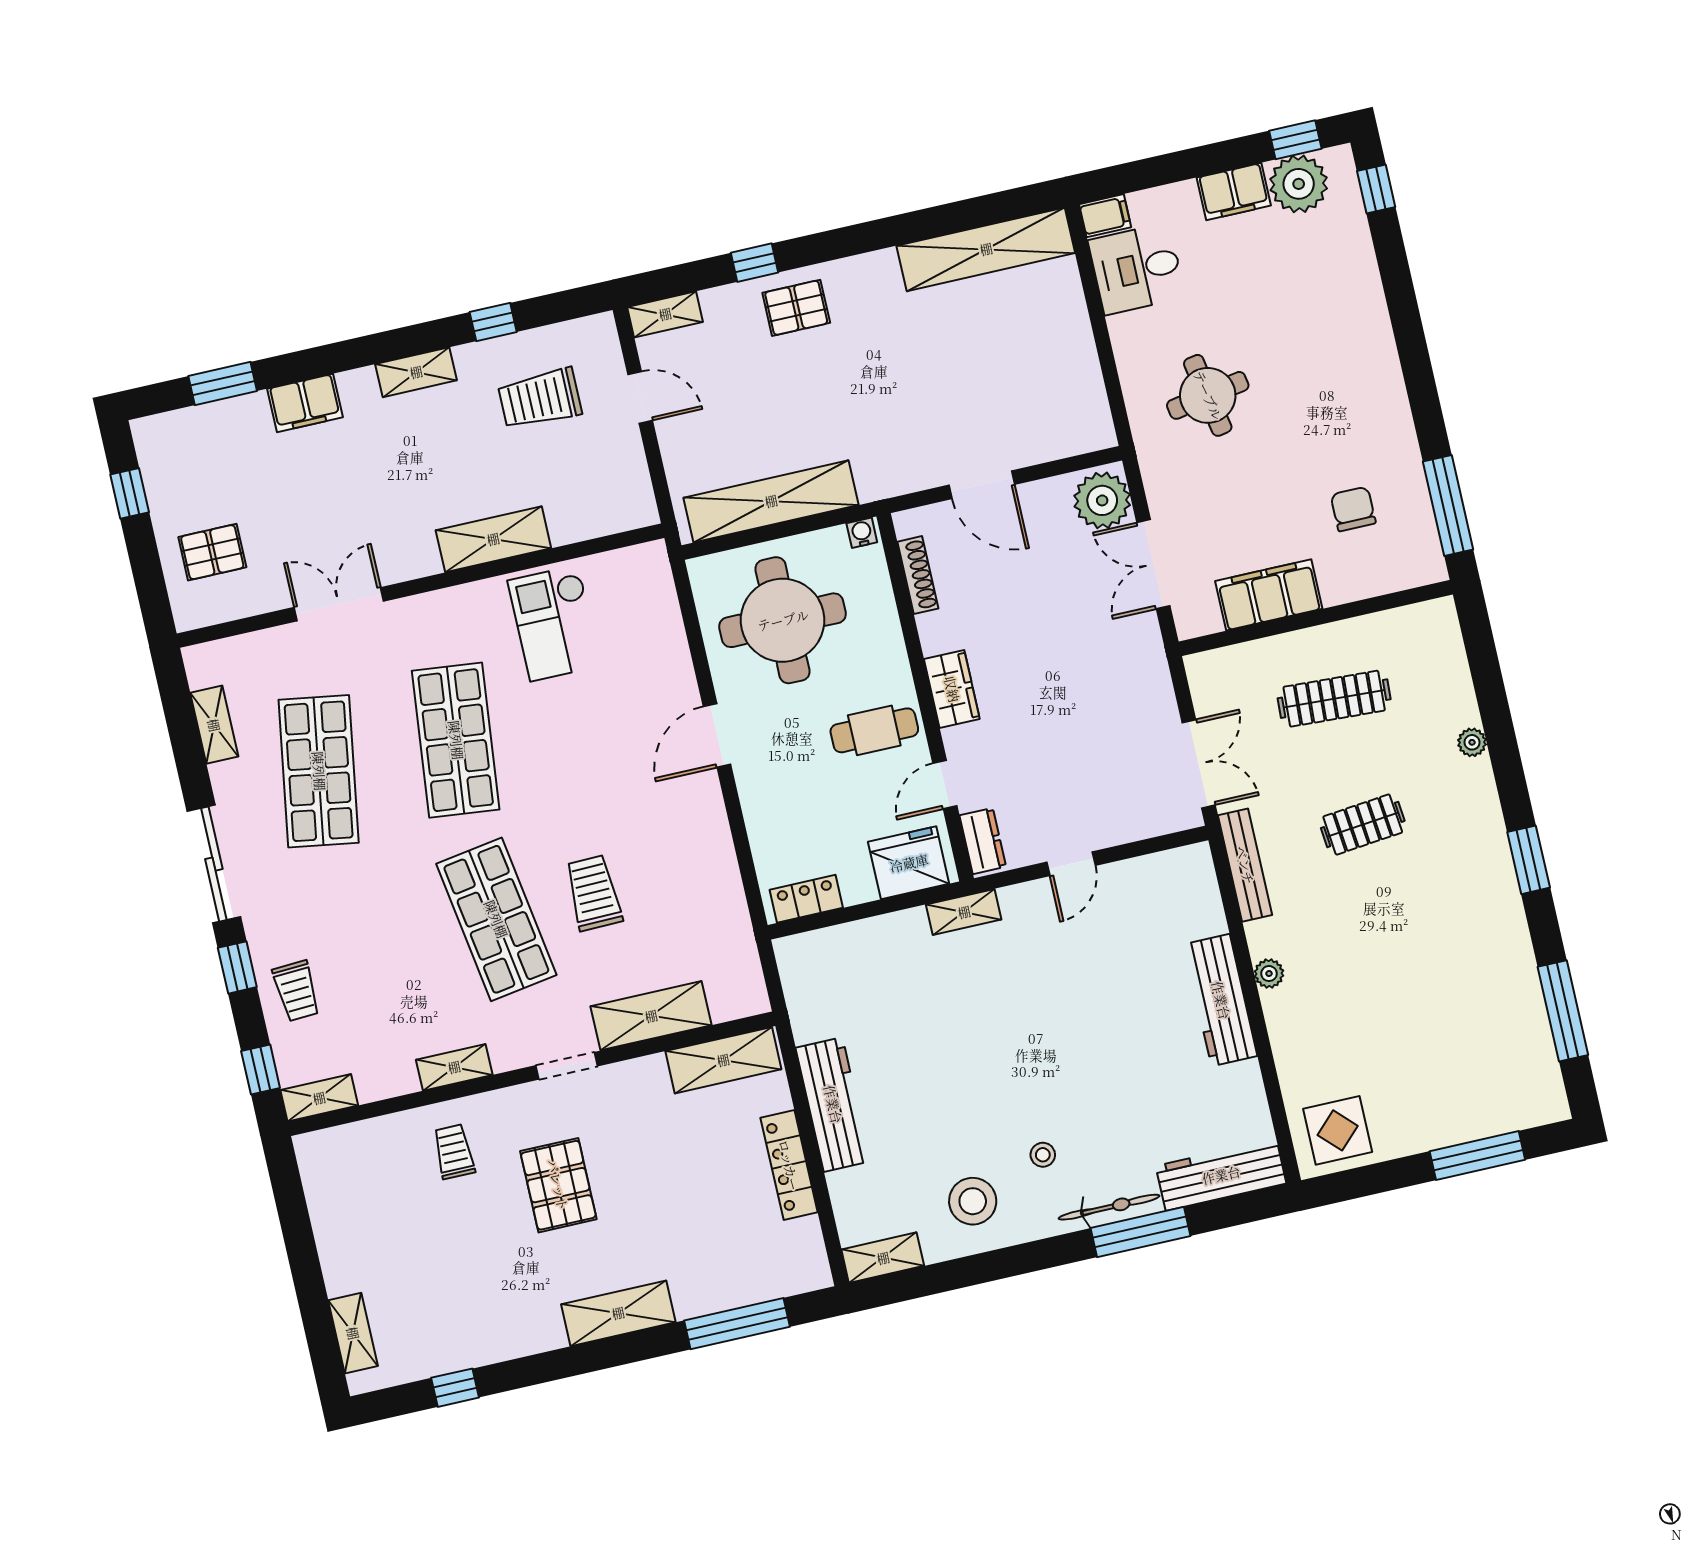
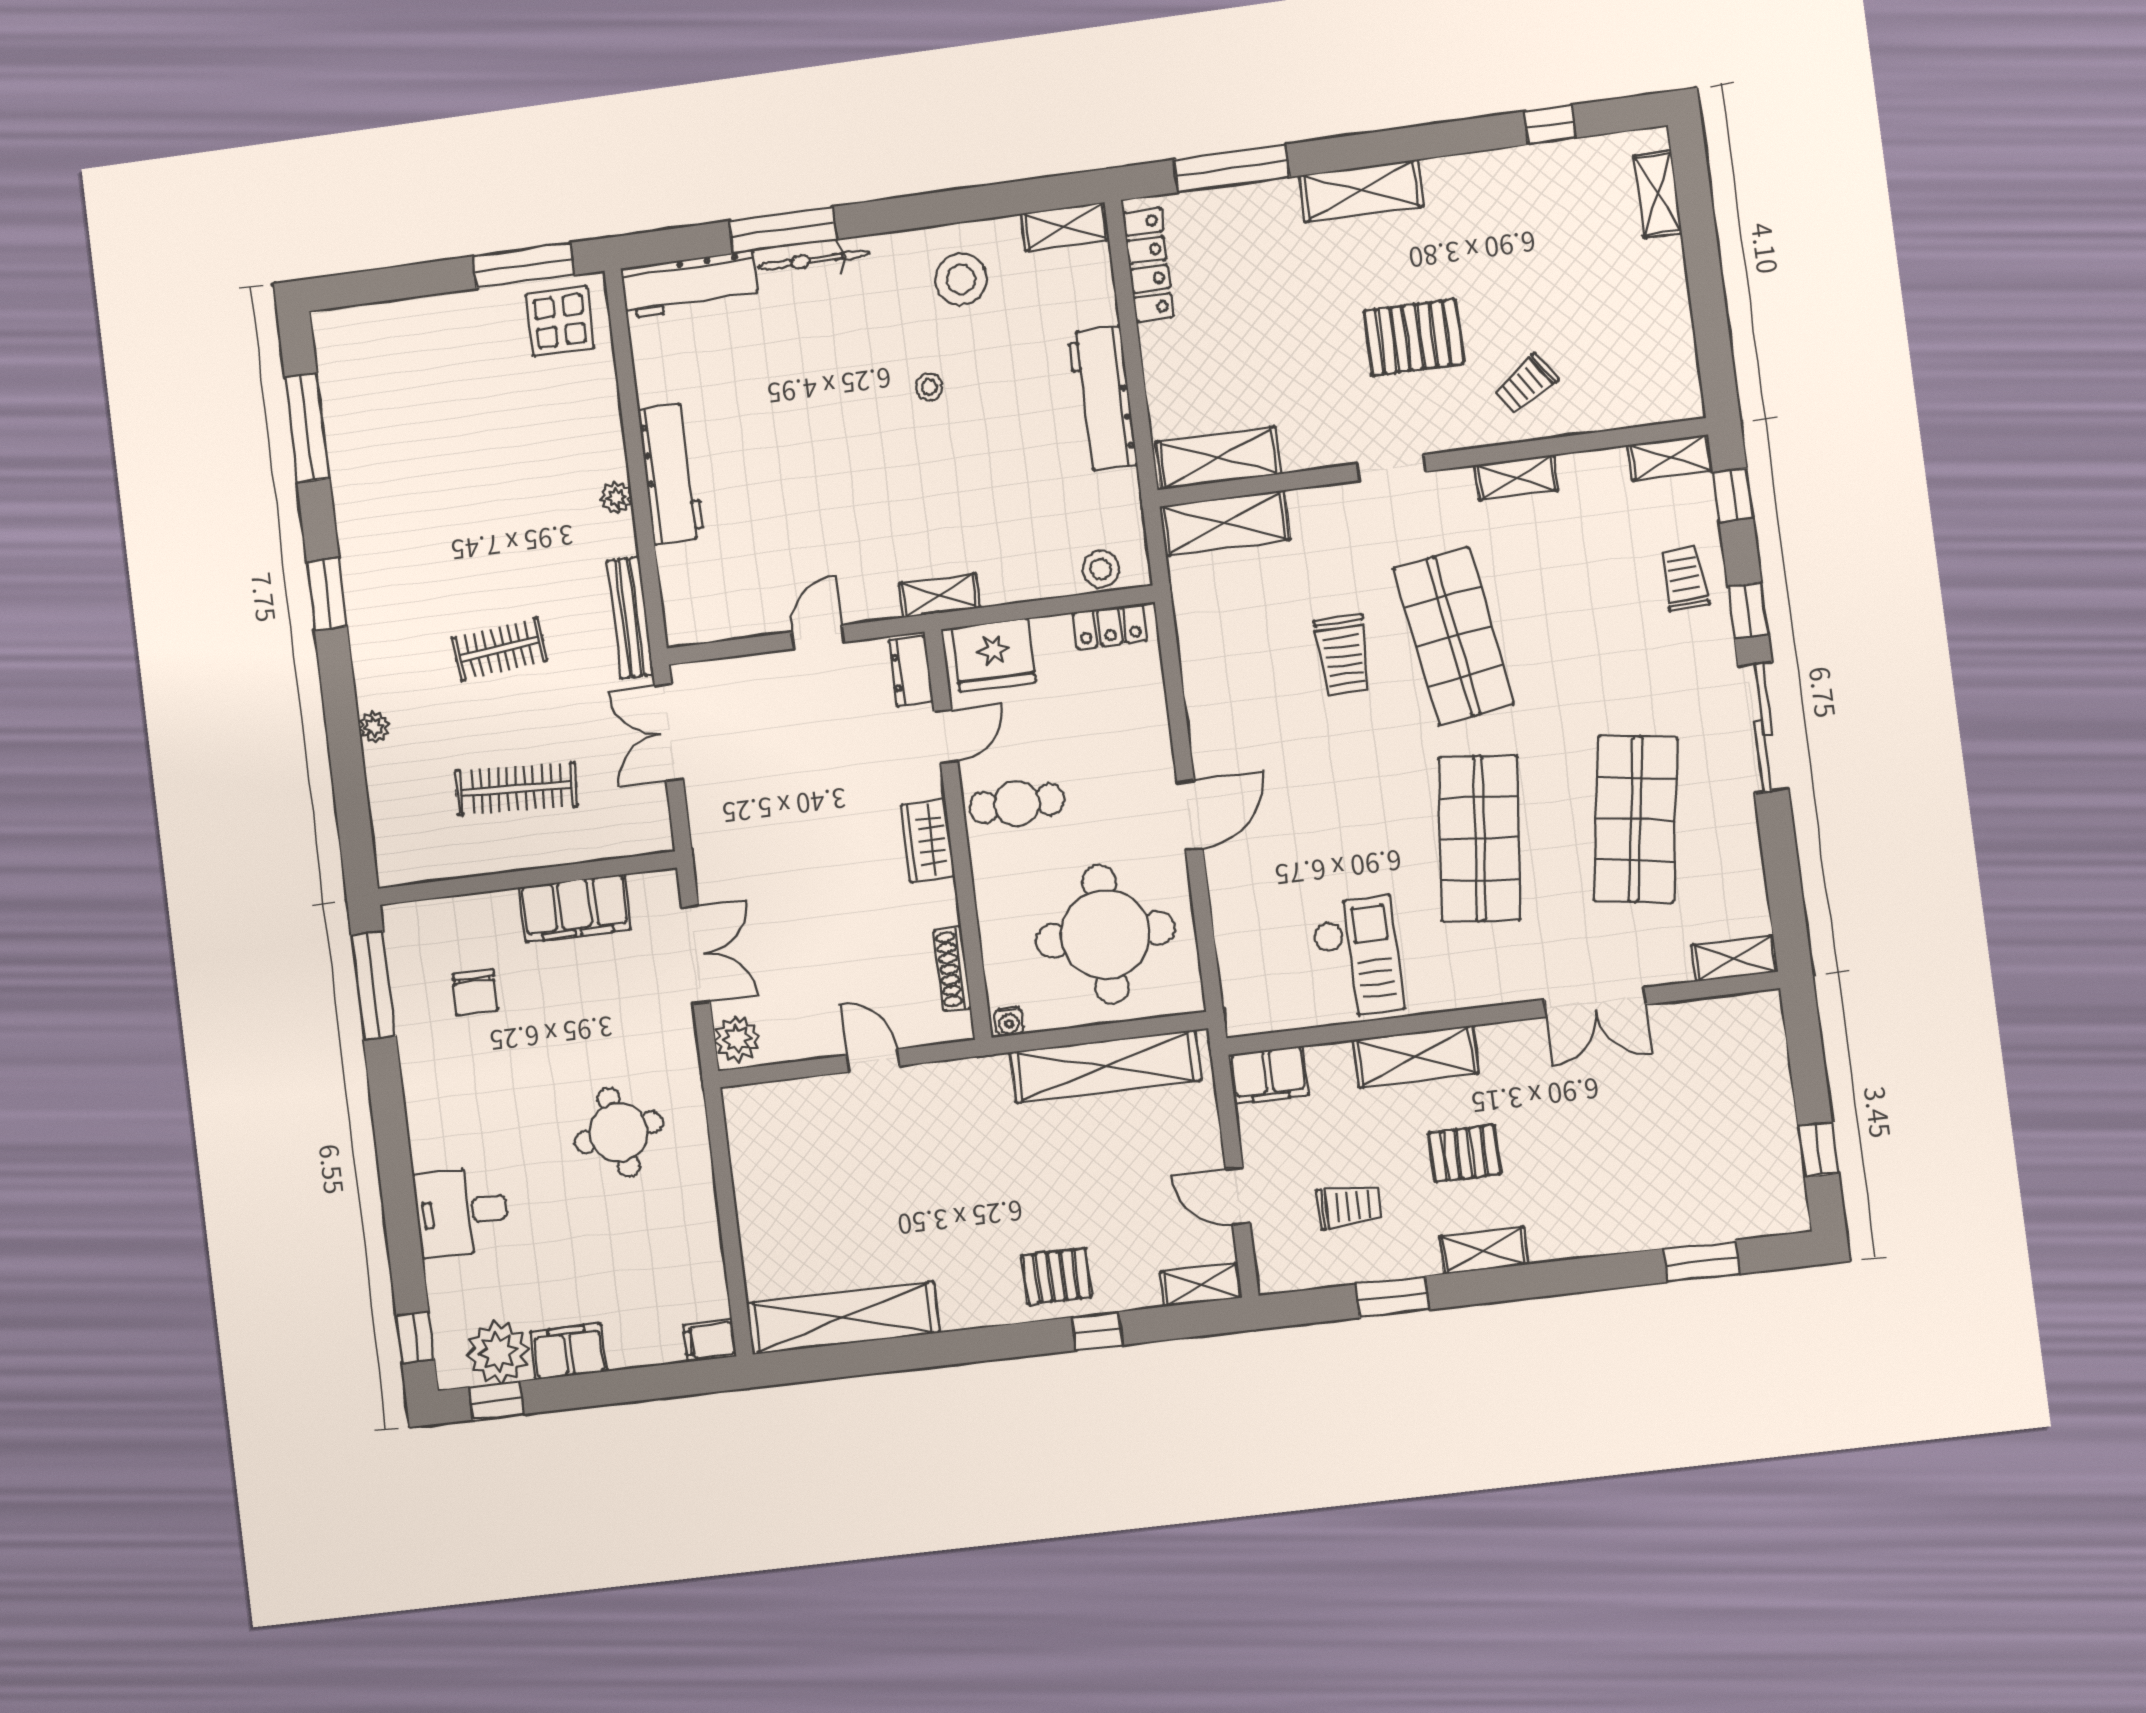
desk: (1137, 269) -> (462, 1212), moved, turned 180
window: (493, 322) -> (1392, 1297), width x1.50
trolley: (540, 399) -> (1349, 1206), width x0.73, depth x0.72
filing cabinet: (305, 403) -> (1268, 1075), moved, turned 180
door: (982, 485) -> (873, 1061), width x0.73
plant: (1102, 500) -> (737, 1039), width x0.73, depth x0.73
pallet: (212, 552) -> (1464, 1153), moved
shelving: (214, 725) -> (1735, 958), moved, turned 90
stool: (819, 950) -> (1101, 569), added
shelving: (651, 1016) -> (1225, 523), moved
trolley: (454, 1152) -> (1526, 385), turned 56
stool: (1043, 1155) -> (929, 387), moved
window: (1477, 1155) -> (523, 266), moved
locker: (789, 1165) -> (1148, 265), moved
pallet: (558, 1185) -> (1414, 337), turned 90

